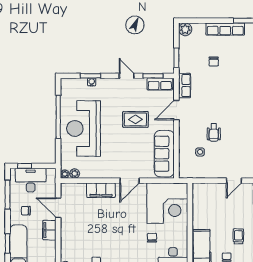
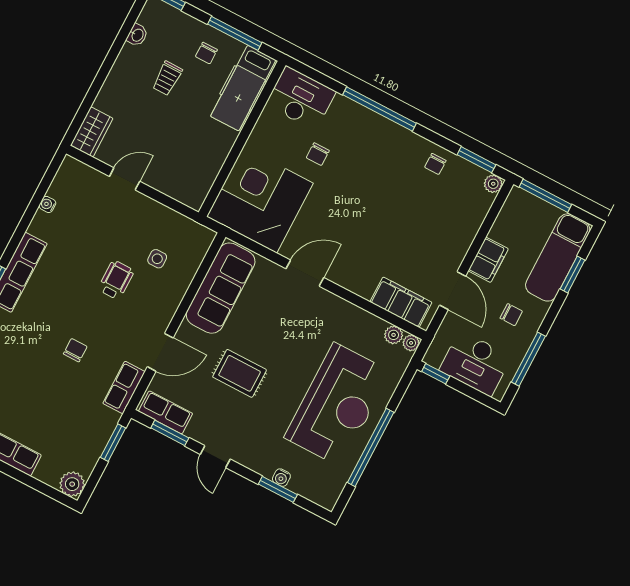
chair: (214, 62) -> (75, 350), moved
window: (25, 166) -> (436, 374), moved
filing cabinet: (101, 190) -> (401, 302), moved

